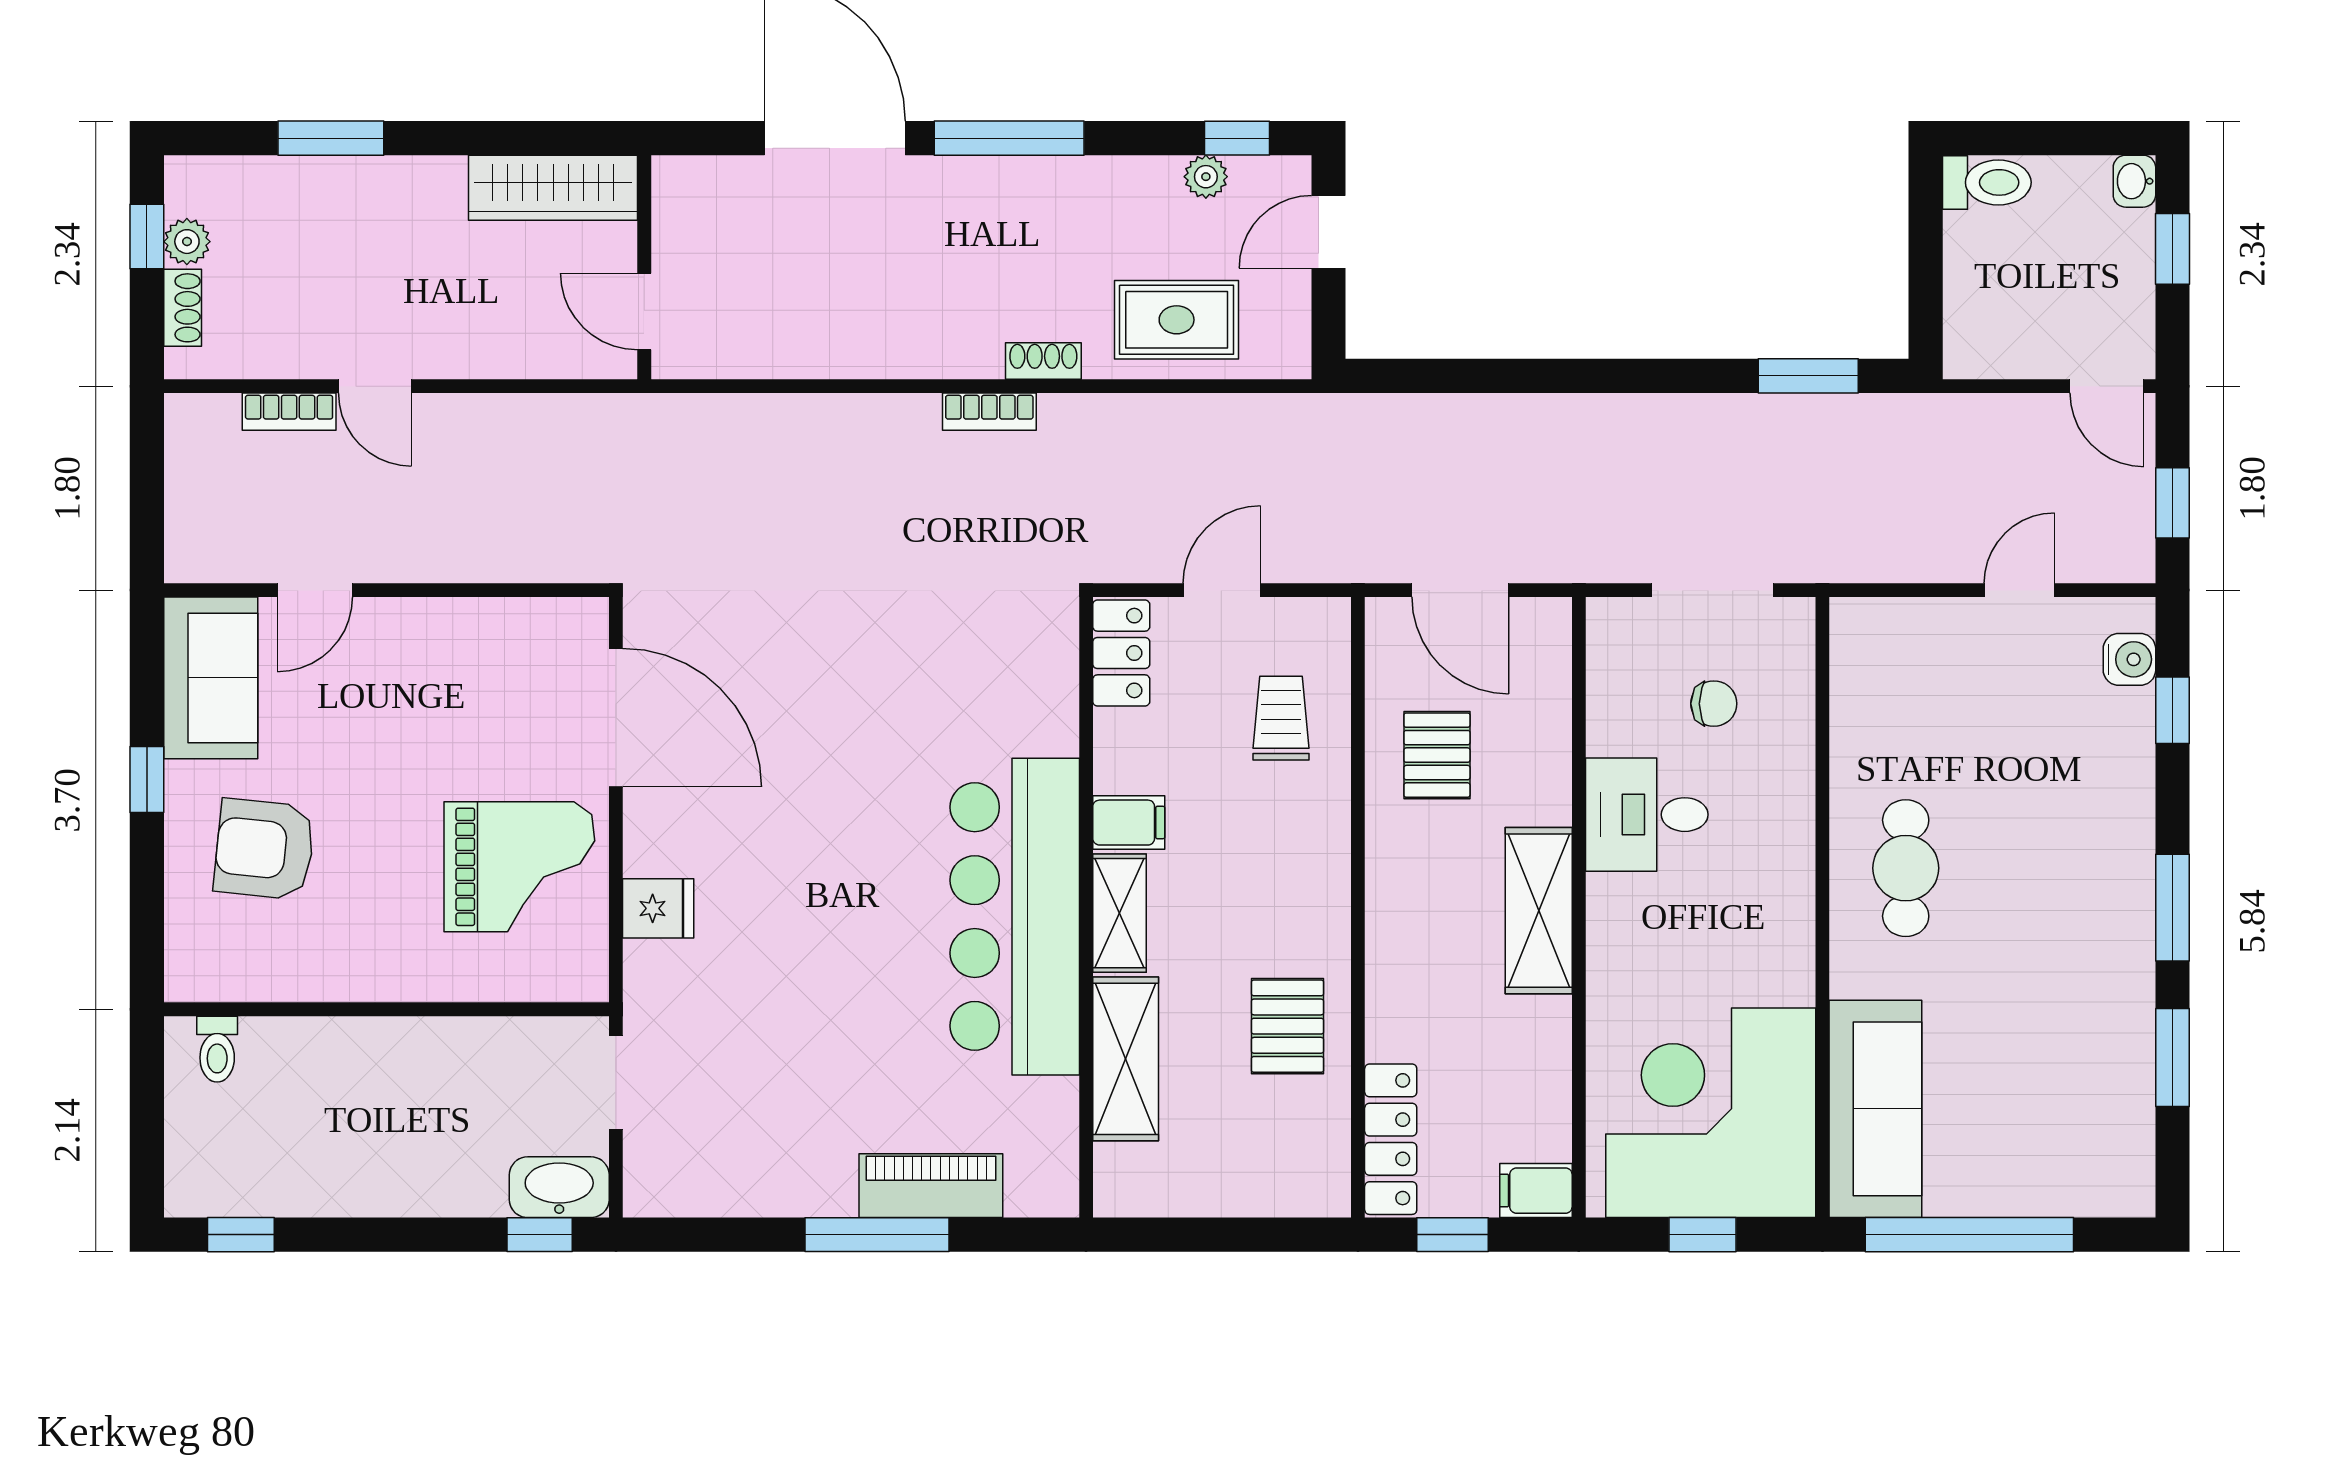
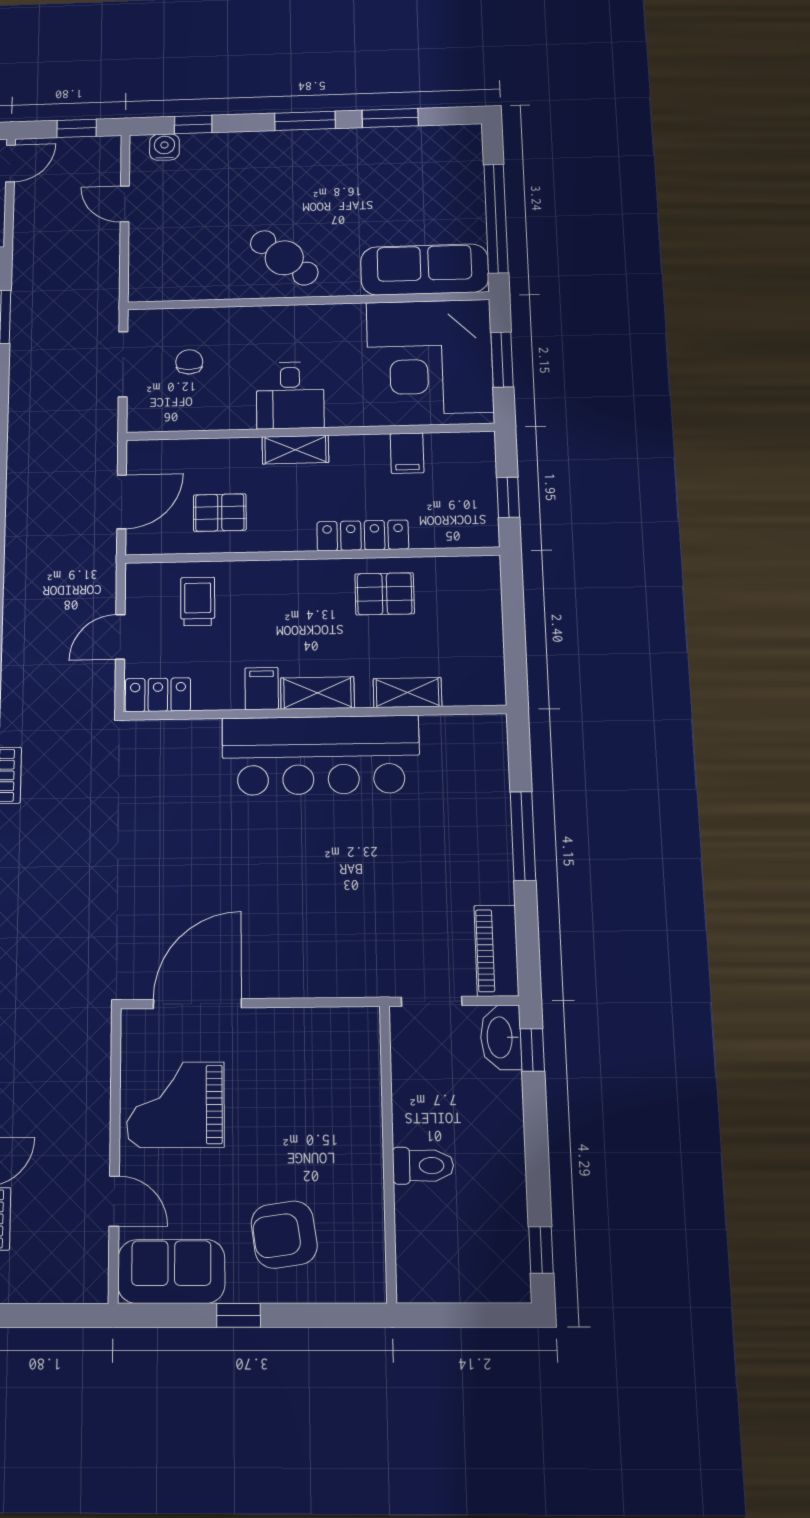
door: (1222, 590) -> (120, 637), hinge flipped
trolley: (1281, 718) -> (198, 601), turned 90
desk: (1647, 815) -> (290, 395), moved
armchair: (264, 849) -> (284, 1235), turned 76
grand piano: (519, 867) -> (175, 1105), moved, turned -90
cafe table: (1906, 868) -> (284, 258), turned 41
fridge: (658, 908) -> (319, 975), removed
shelving: (1539, 911) -> (295, 450), width x0.67, depth x0.75
toilet: (217, 1049) -> (423, 1166), moved, width x1.37, depth x1.39
shelving: (1126, 1059) -> (407, 693), width x0.67, depth x0.75
locker: (1391, 1139) -> (363, 535), moved
piano: (931, 1186) -> (496, 951), moved
filing cabinet: (1536, 1191) -> (407, 453), moved
window: (1703, 1235) -> (502, 360), width x1.50

